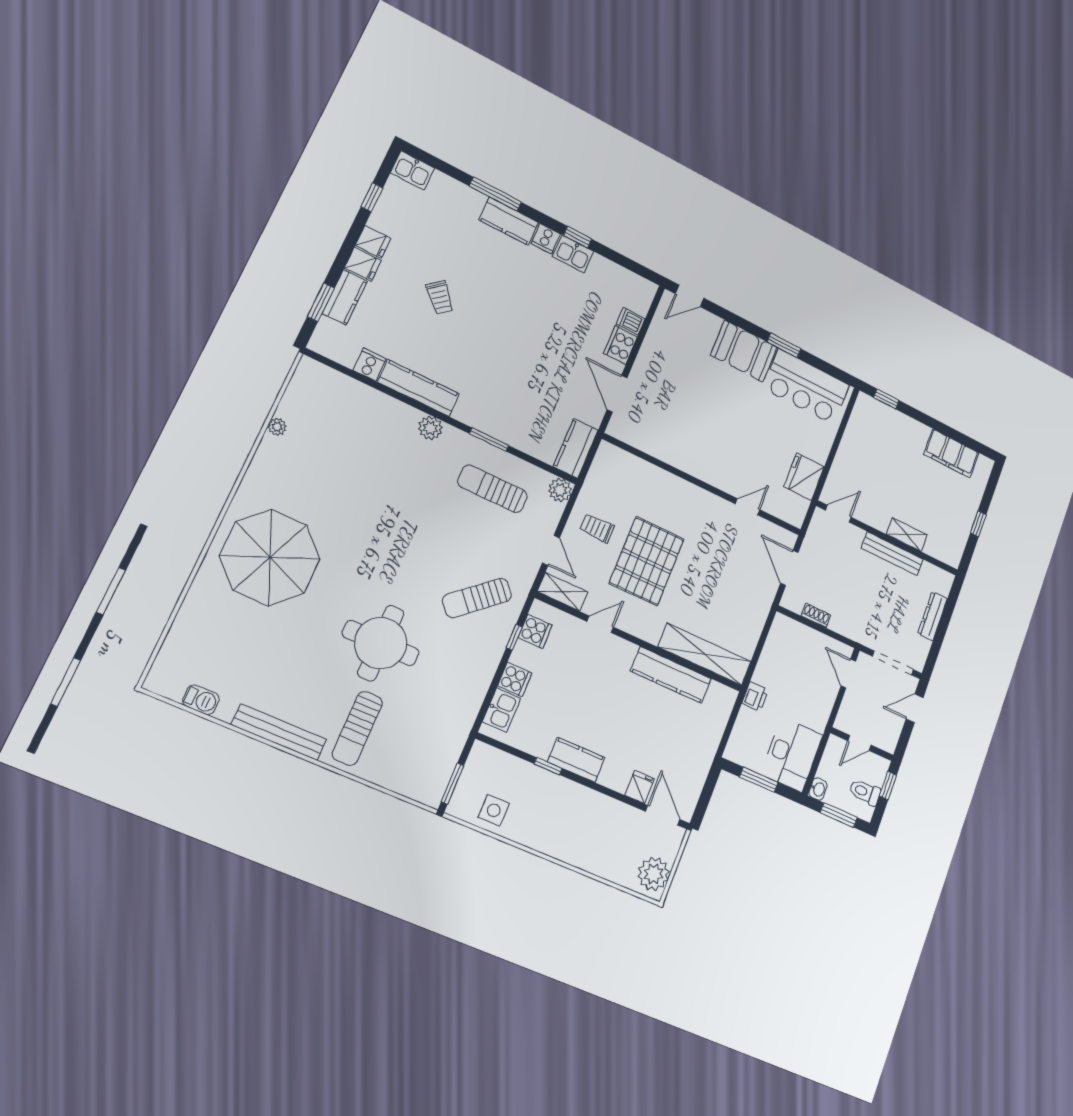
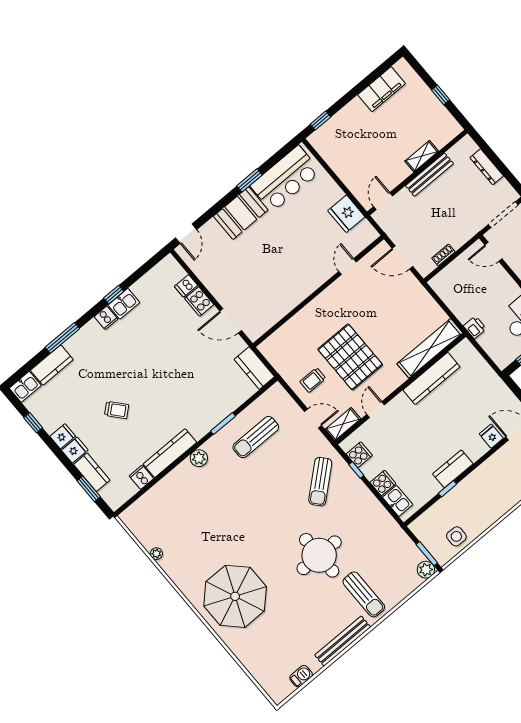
kitchen counter: (509, 221) -> (52, 365), moved
plant: (560, 490) -> (426, 570), moved

